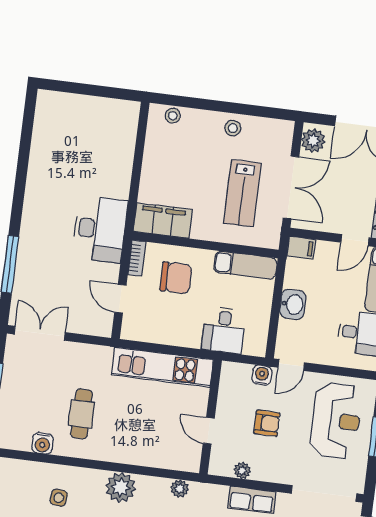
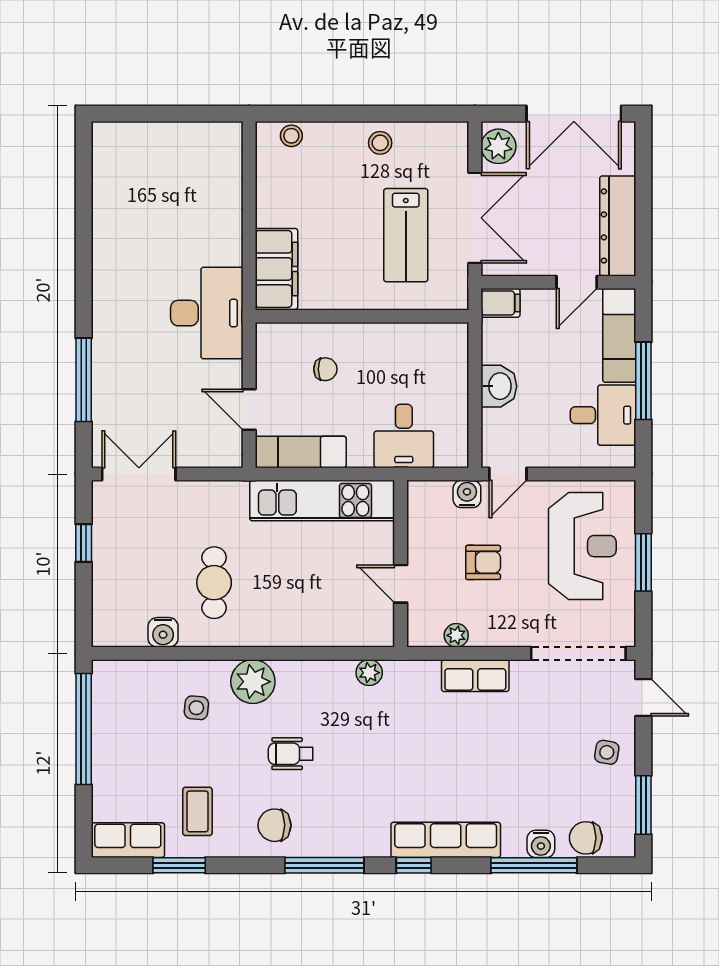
filing cabinet: (163, 221) -> (276, 269), moved, turned 90
bookcase: (137, 258) -> (266, 348), removed
exam couch: (245, 265) -> (301, 452), moved, turned 180
chair: (176, 278) -> (325, 369), width x0.54, depth x0.54
plant: (121, 487) -> (253, 682), moved

